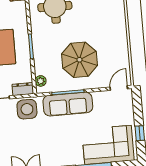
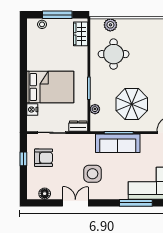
plant: (41, 81) -> (95, 109), moved
side table: (27, 109) -> (93, 174), moved

